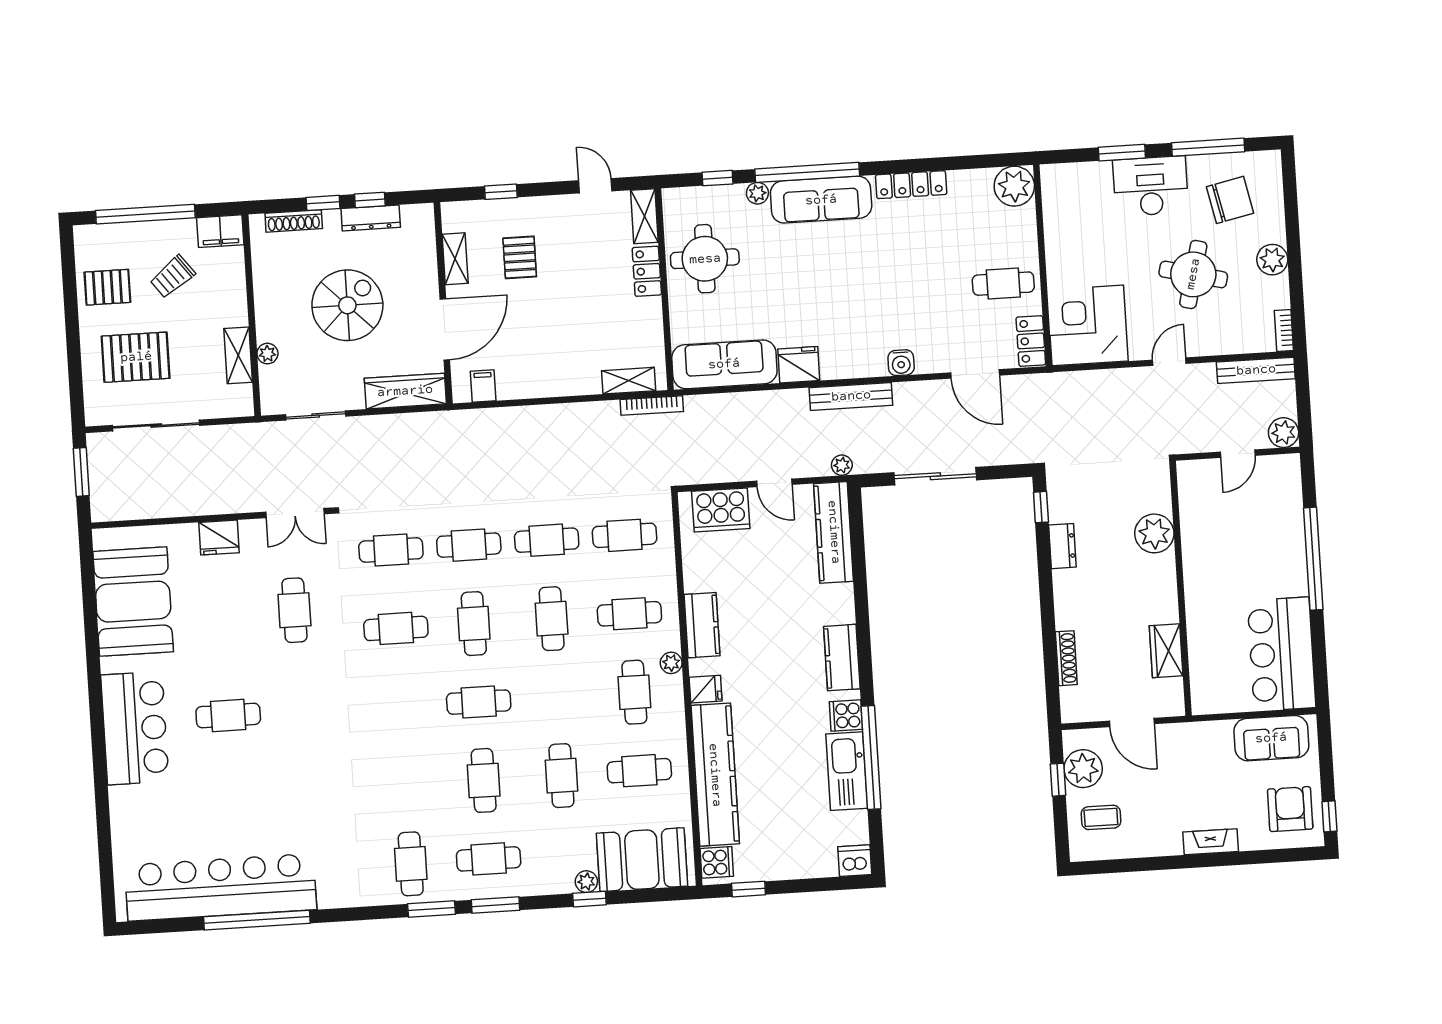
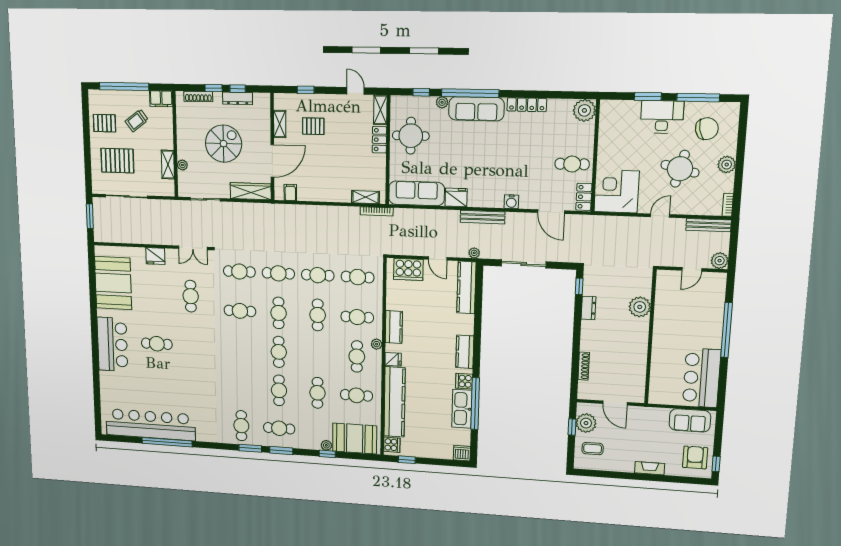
pallet: (520, 257) -> (313, 126), turned 90
wardrobe: (1166, 651) -> (638, 369), removed
cafe table: (479, 702) -> (279, 352), turned 90

